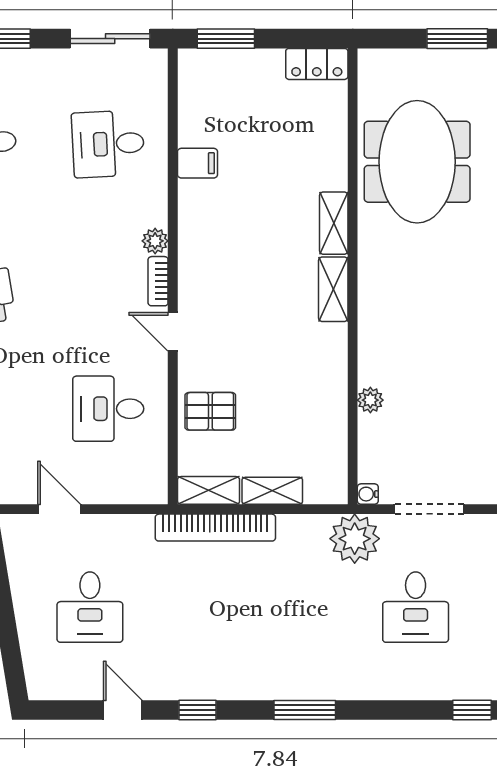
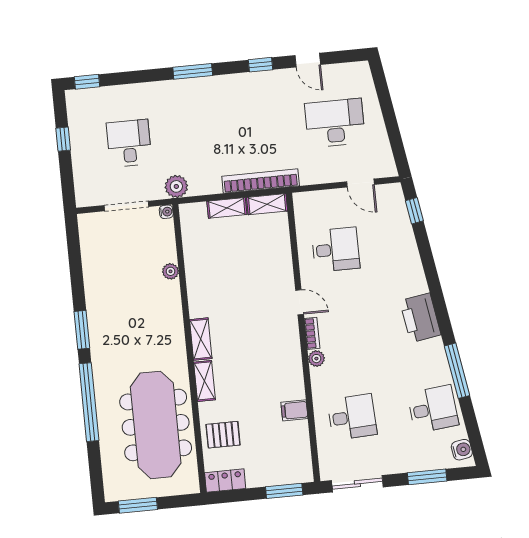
meeting table: (417, 162) -> (156, 425), width x1.36
pallet: (210, 411) -> (223, 435), moved
plant: (355, 539) -> (176, 186), width x0.73, depth x0.73
desk: (90, 607) -> (335, 123), width x1.37

